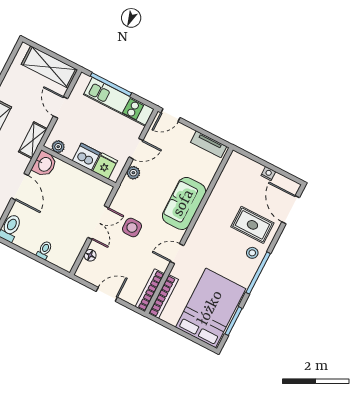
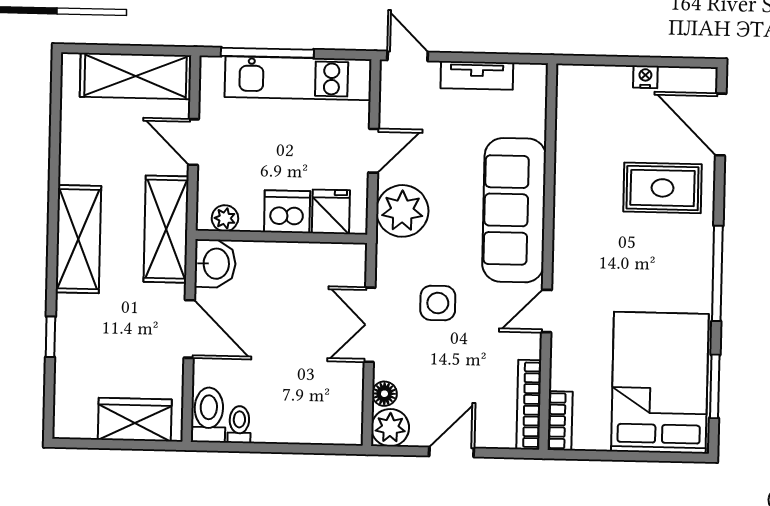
door: (171, 115) -> (408, 56), swing flipped
shelving: (33, 140) -> (166, 229), width x1.50, depth x1.33
tv unit: (209, 144) -> (477, 75), moved
plant: (133, 173) -> (402, 211), width x1.88, depth x1.88
sofa: (184, 203) -> (514, 210), width x1.36
double door: (98, 223) -> (370, 325), swing flipped
toilet: (44, 250) -> (239, 425), moved
stool: (252, 253) -> (688, 241), removed
plant: (85, 271) -> (390, 428), added
bookcase: (164, 296) -> (560, 421), width x0.64

